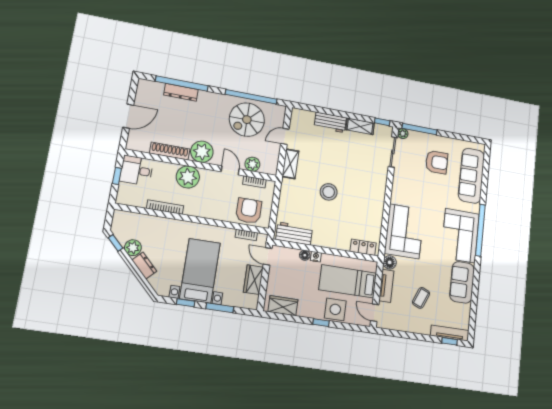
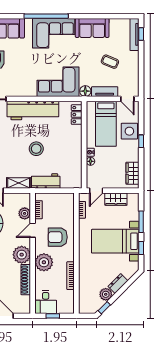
workbench: (374, 196) -> (33, 110), added
armchair: (249, 211) -> (58, 237), moved
workbench: (294, 233) -> (46, 181), moved, turned 90
door: (375, 313) -> (127, 99), hinge flipped

